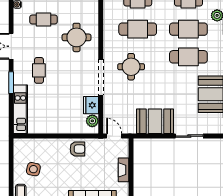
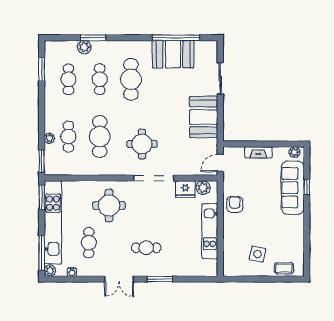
cafe table: (188, 29) -> (100, 79), width x0.73, depth x0.74
kitchen unit: (20, 109) -> (210, 231), moved, turned -90

